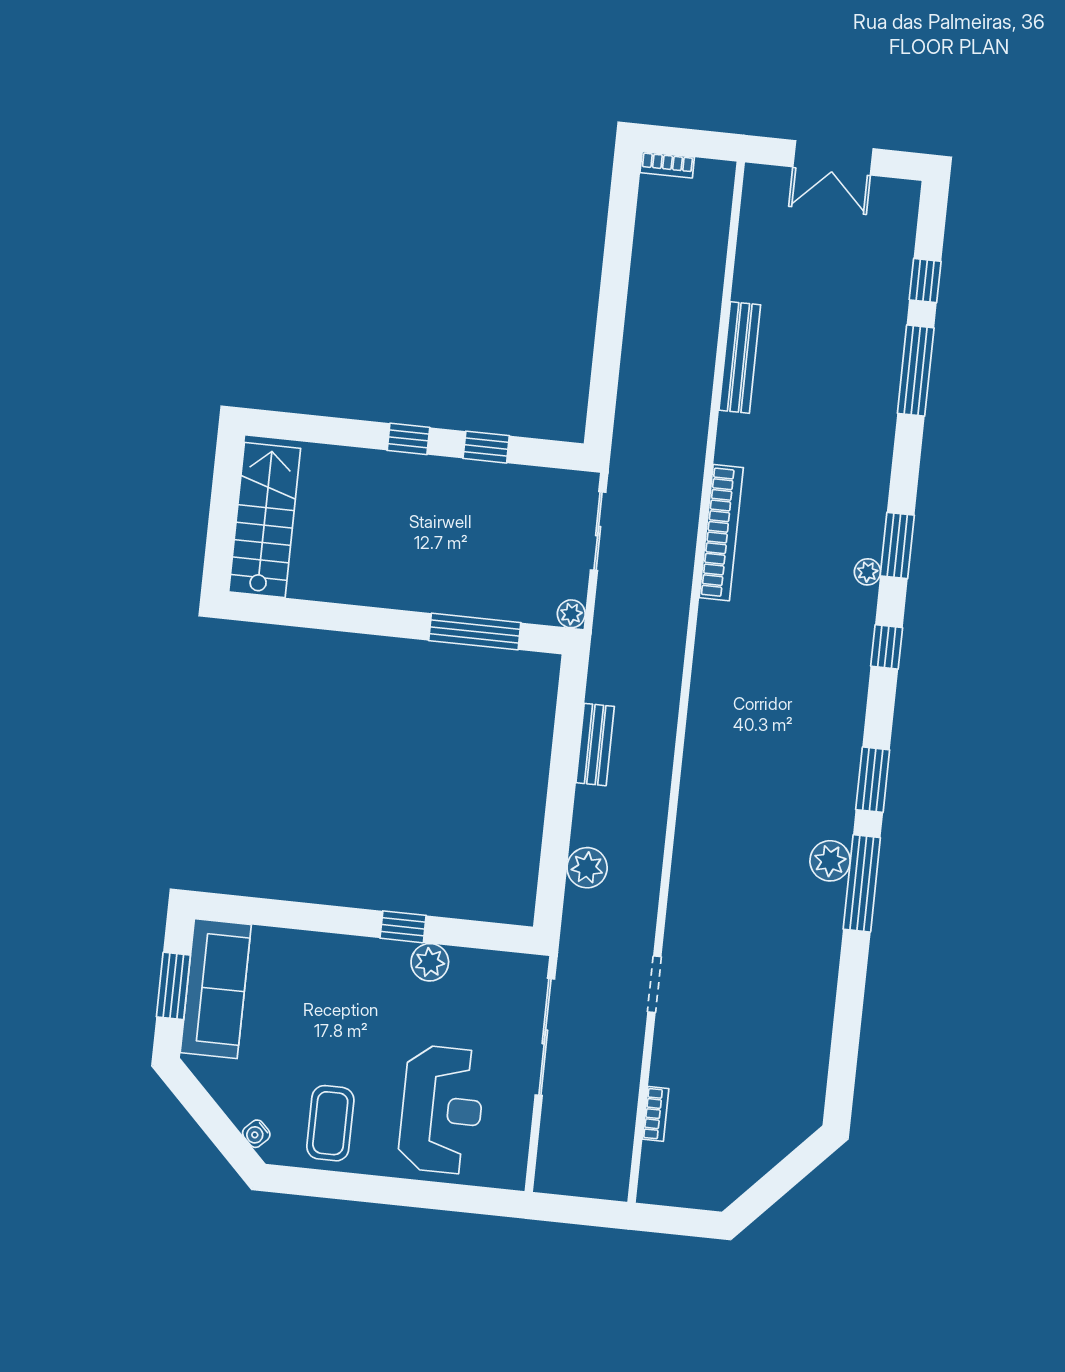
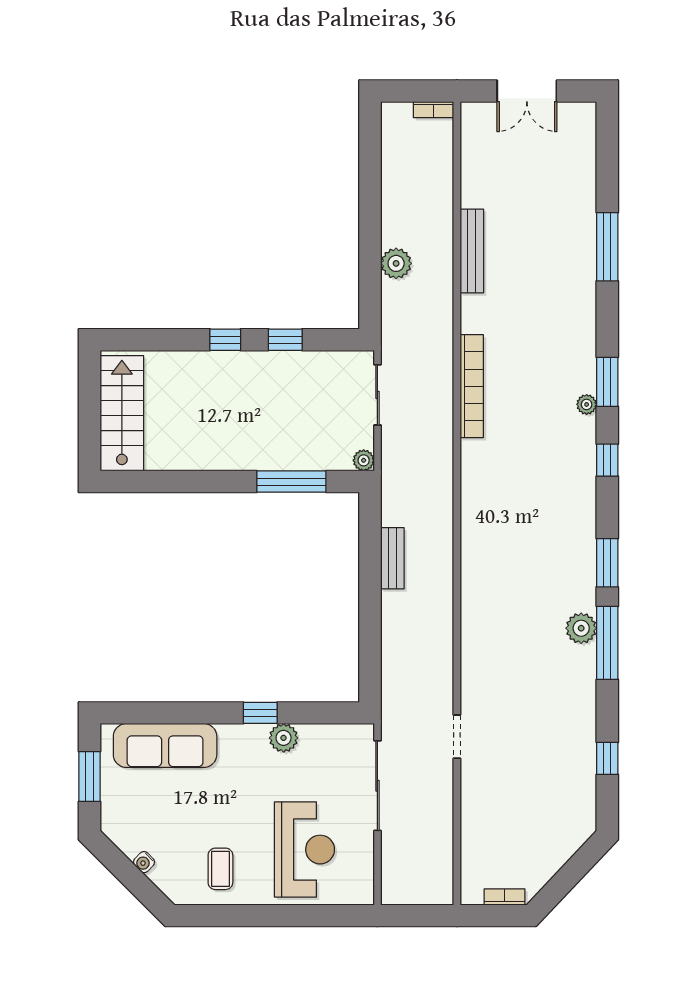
bookcase: (667, 165) -> (433, 110), moved
window: (925, 281) -> (607, 758), moved
plant: (587, 868) -> (396, 263), moved
sofa: (216, 989) -> (165, 745), moved, turned 90
bookcase: (656, 1114) -> (505, 897), moved, turned -90
coffee table: (330, 1123) -> (220, 869), width x0.73, depth x0.77
water cooler: (256, 1134) -> (144, 862), moved

